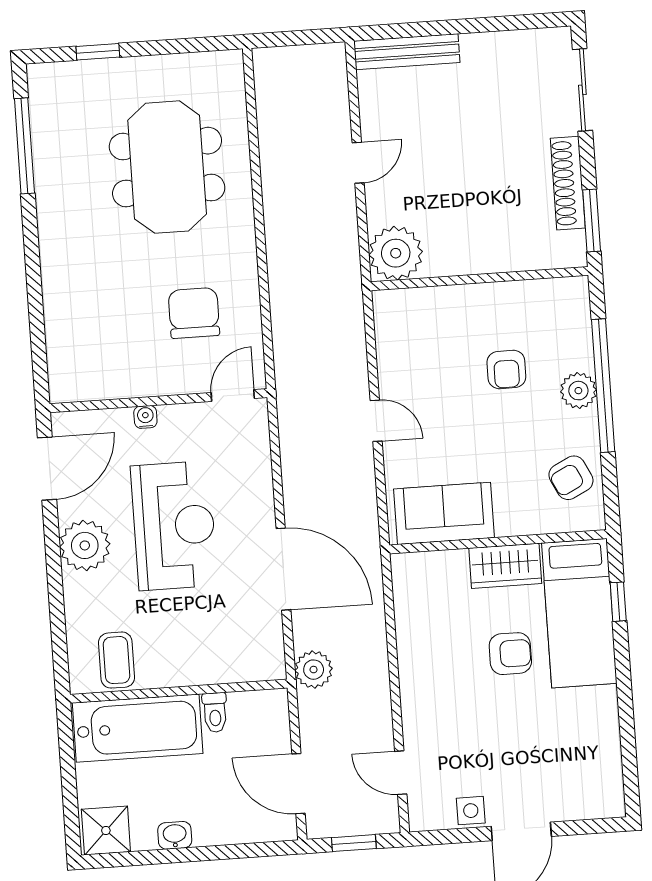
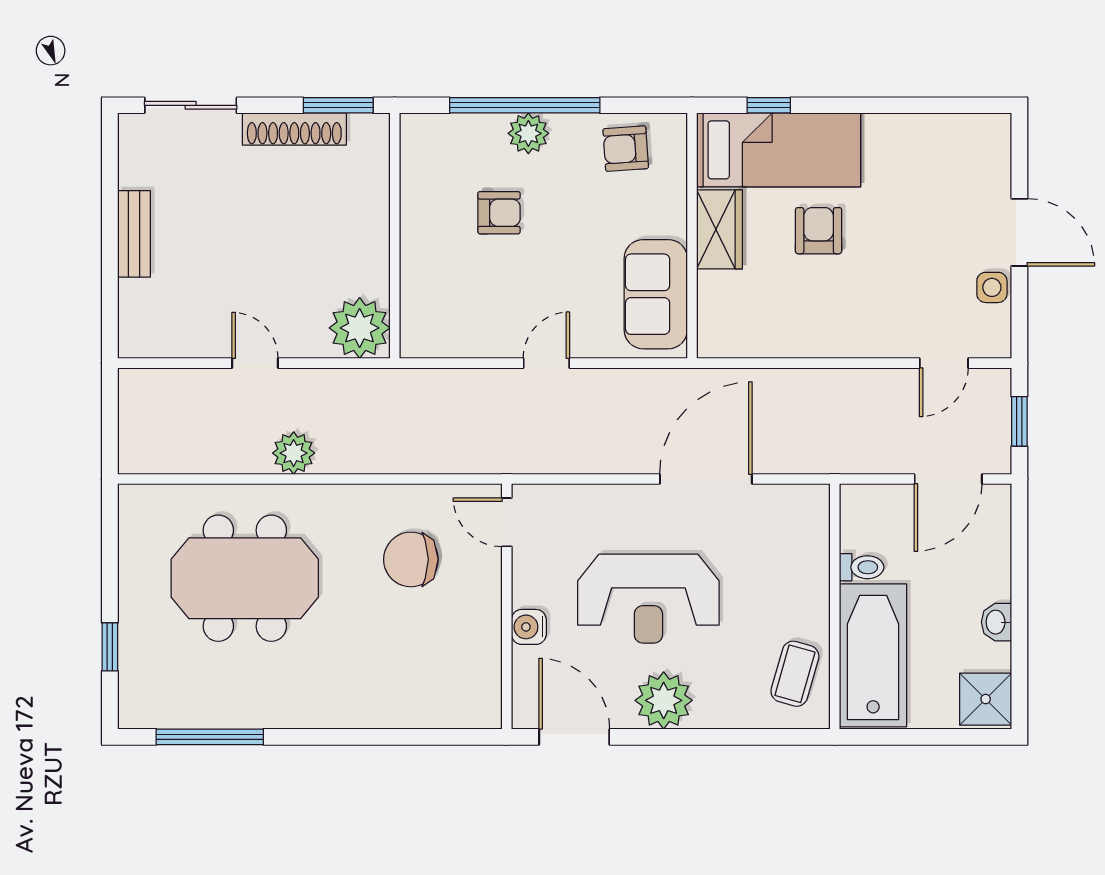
bench: (407, 52) -> (134, 234), moved, width x0.73
water cooler: (145, 417) -> (529, 627), width x1.38, depth x1.38
armchair: (571, 478) -> (626, 149), turned 112
reception desk: (174, 526) -> (648, 599), turned 180
coffee table: (117, 660) -> (795, 674), turned -74
plant: (314, 670) -> (294, 453), moved

